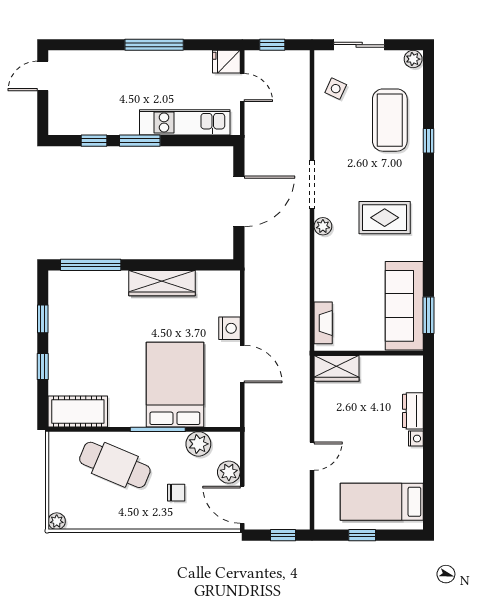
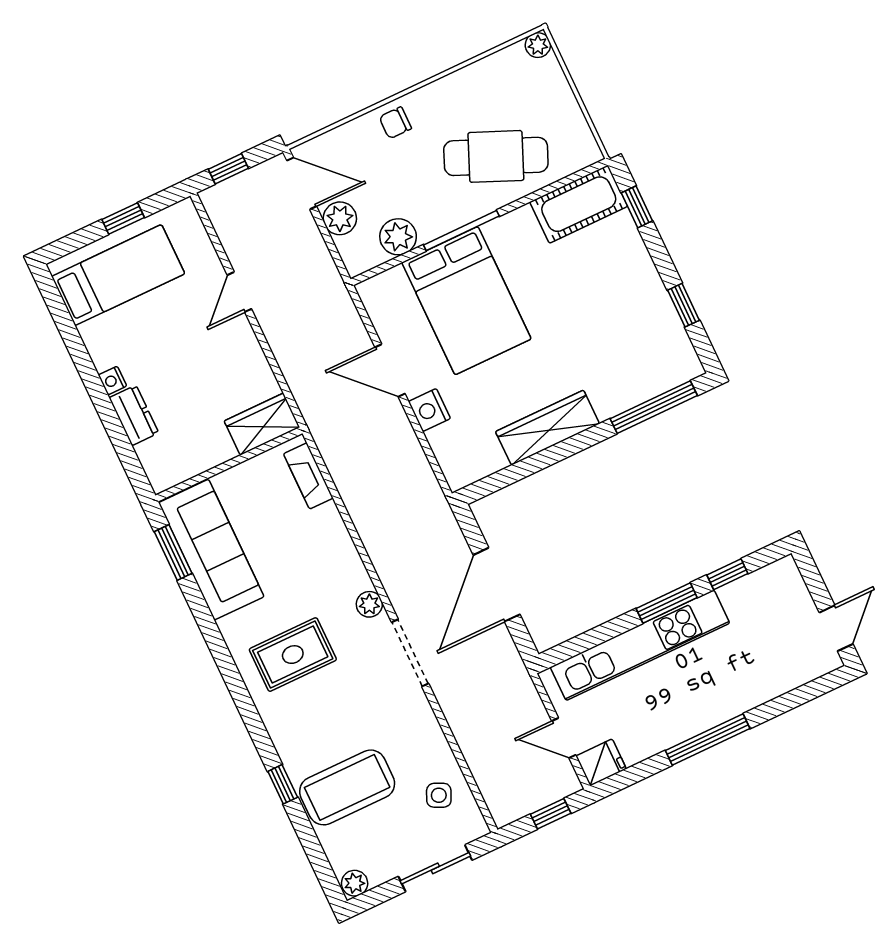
coffee table: (390, 120) -> (347, 787), turned 90
kitchen unit: (185, 122) -> (640, 645), width x1.36
window: (43, 367) -> (637, 207), moved
chair: (176, 493) -> (395, 123), moved

